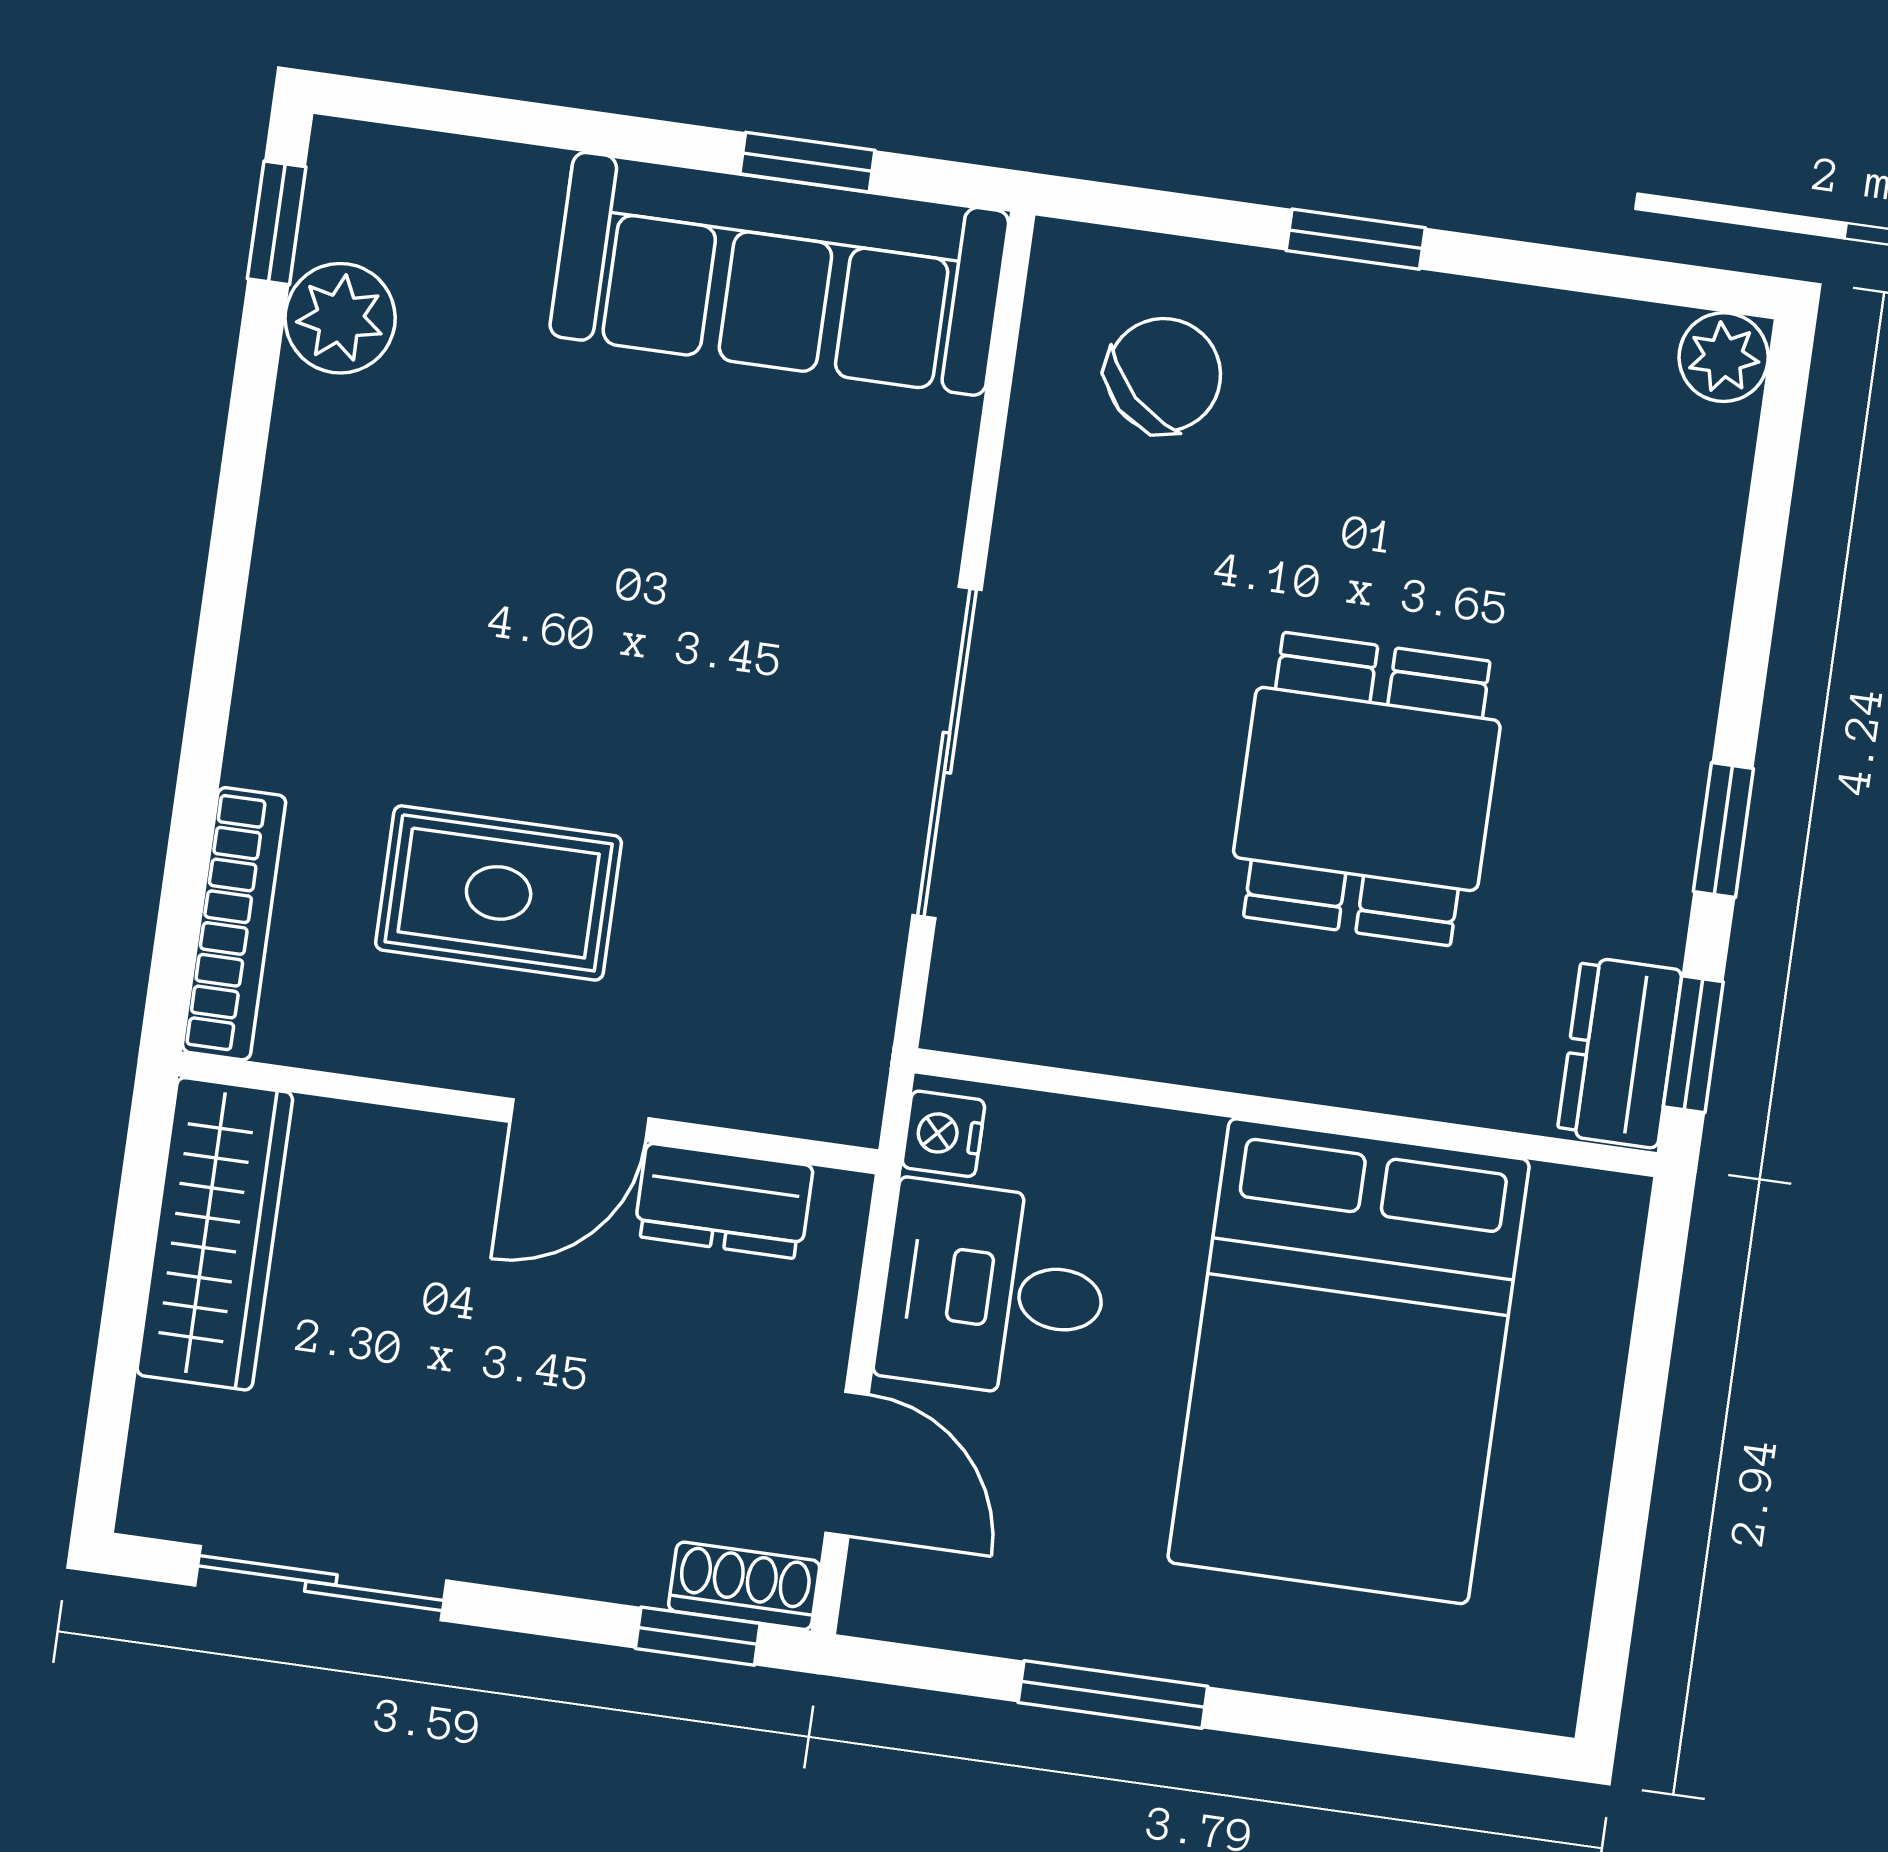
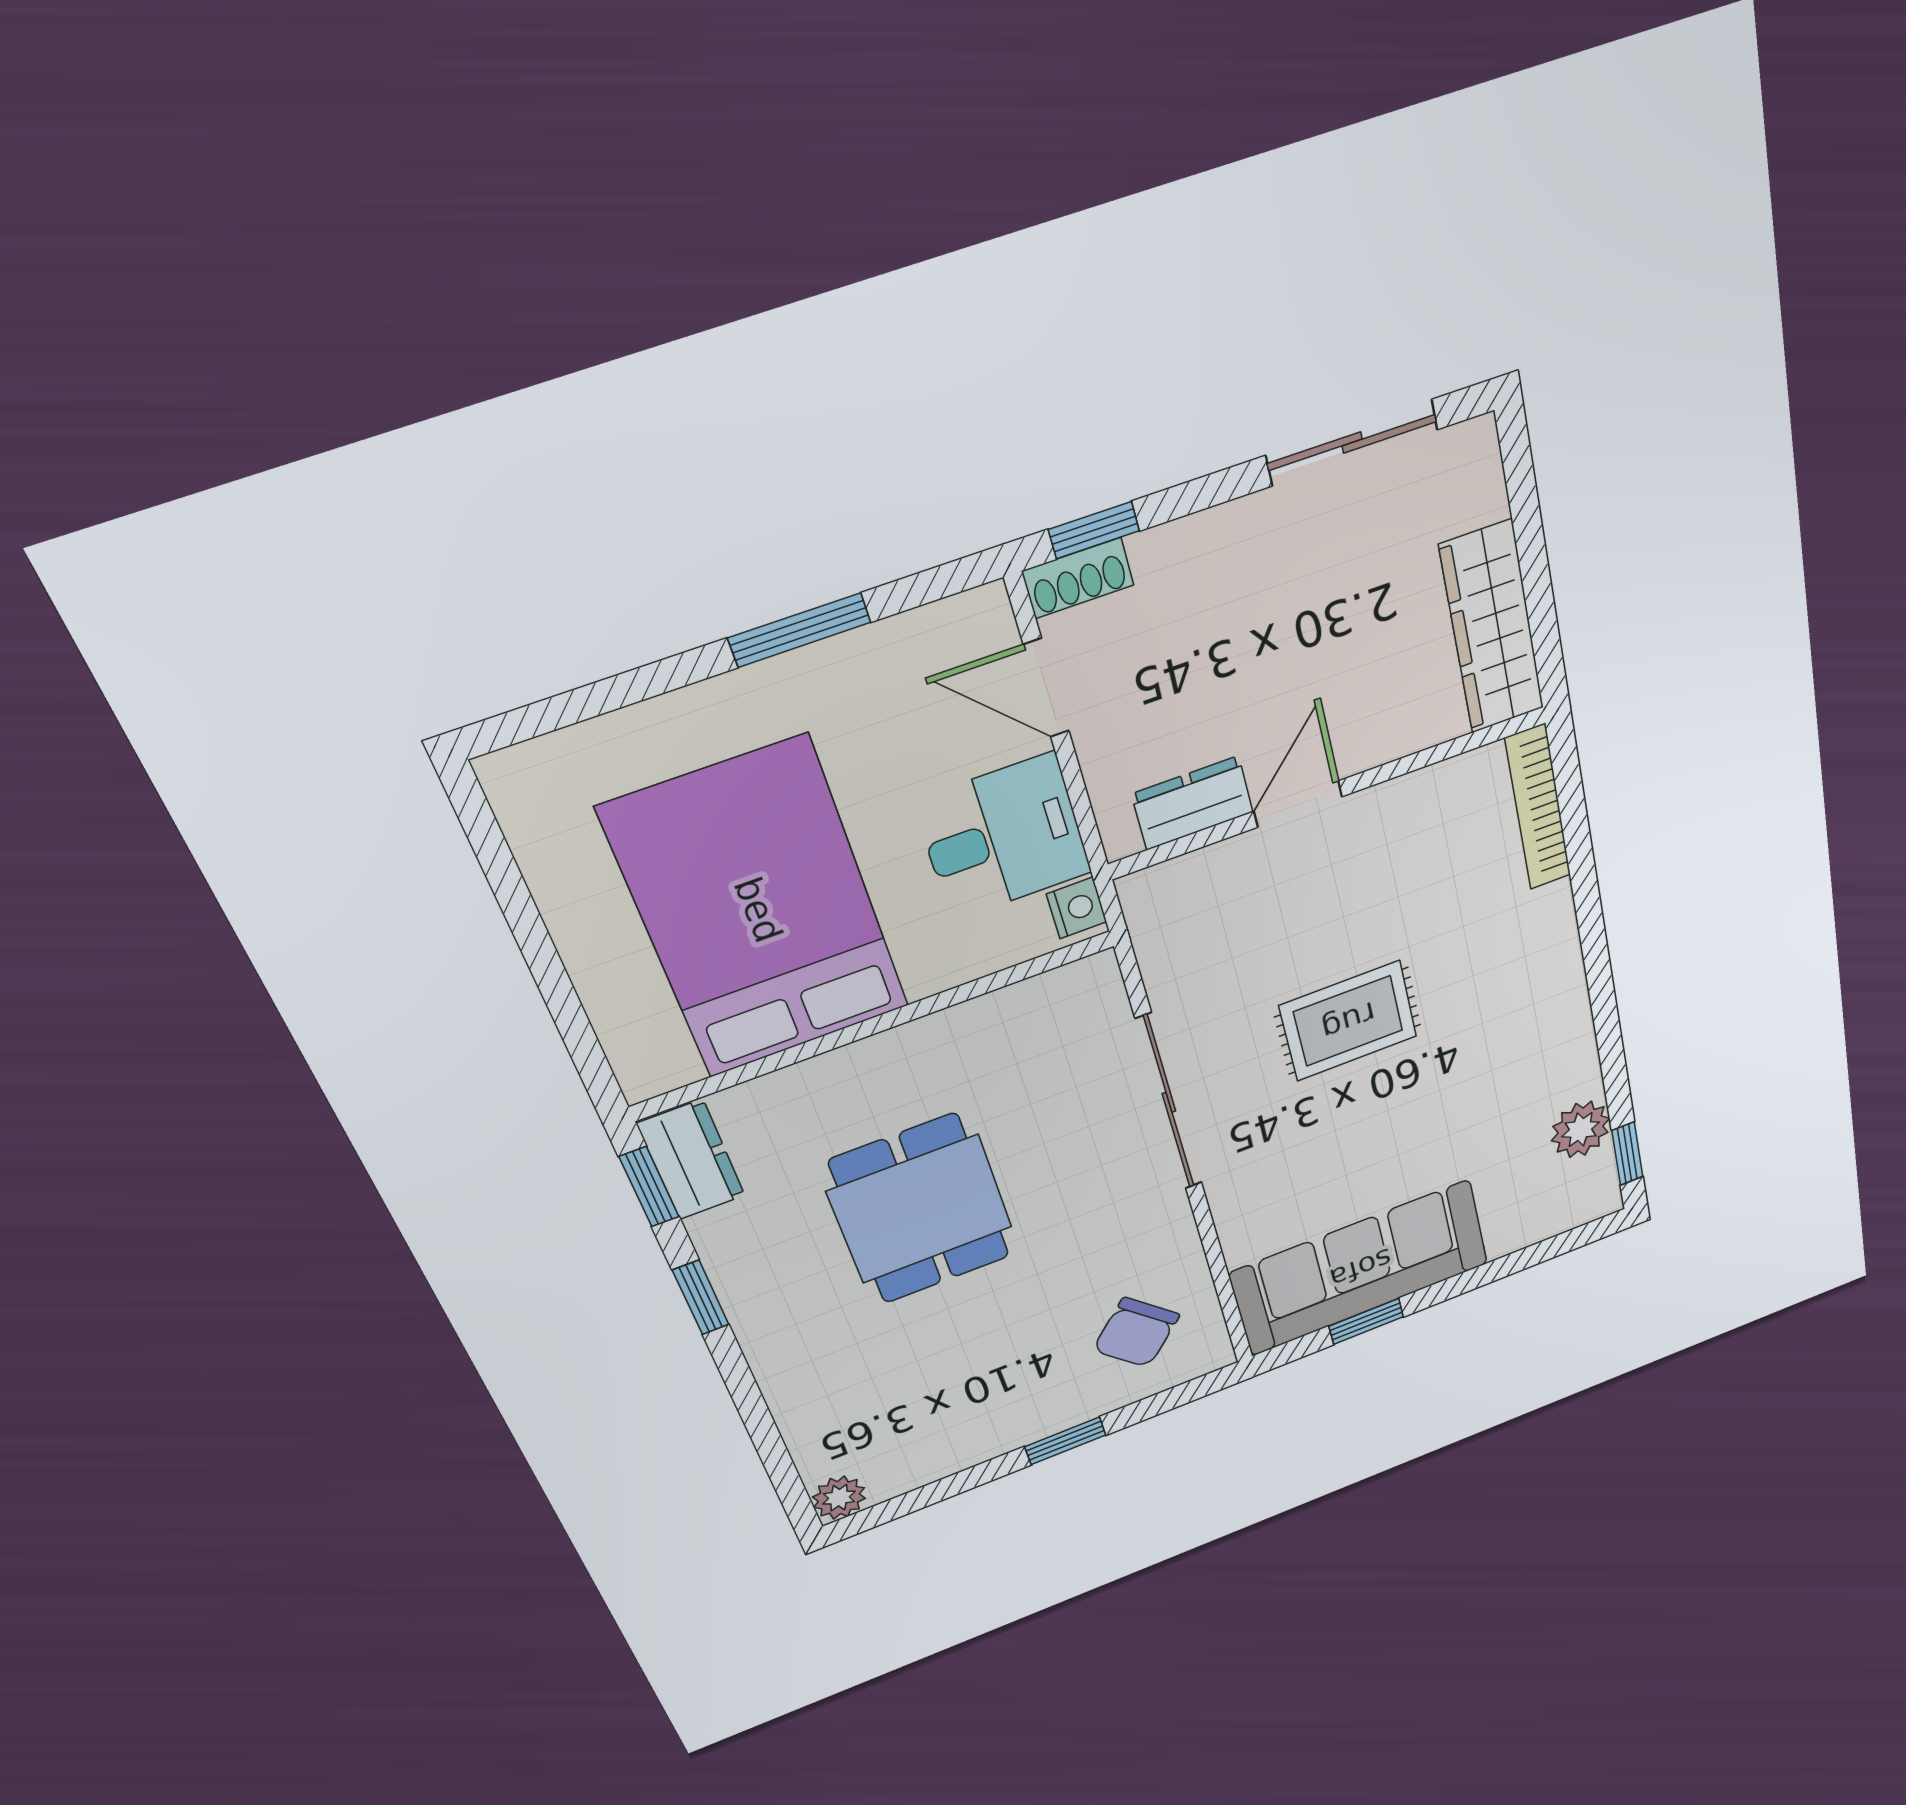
rug: (499, 893) -> (1348, 1021), moved

